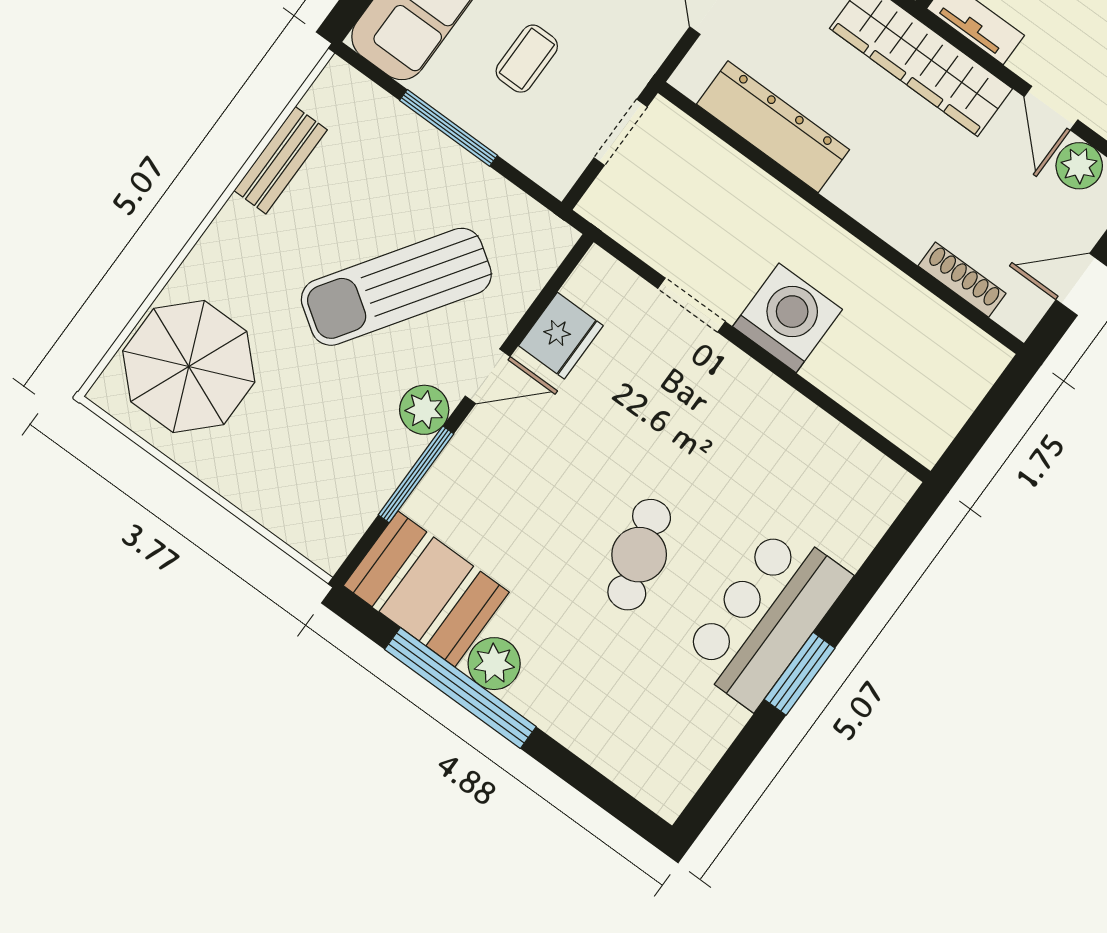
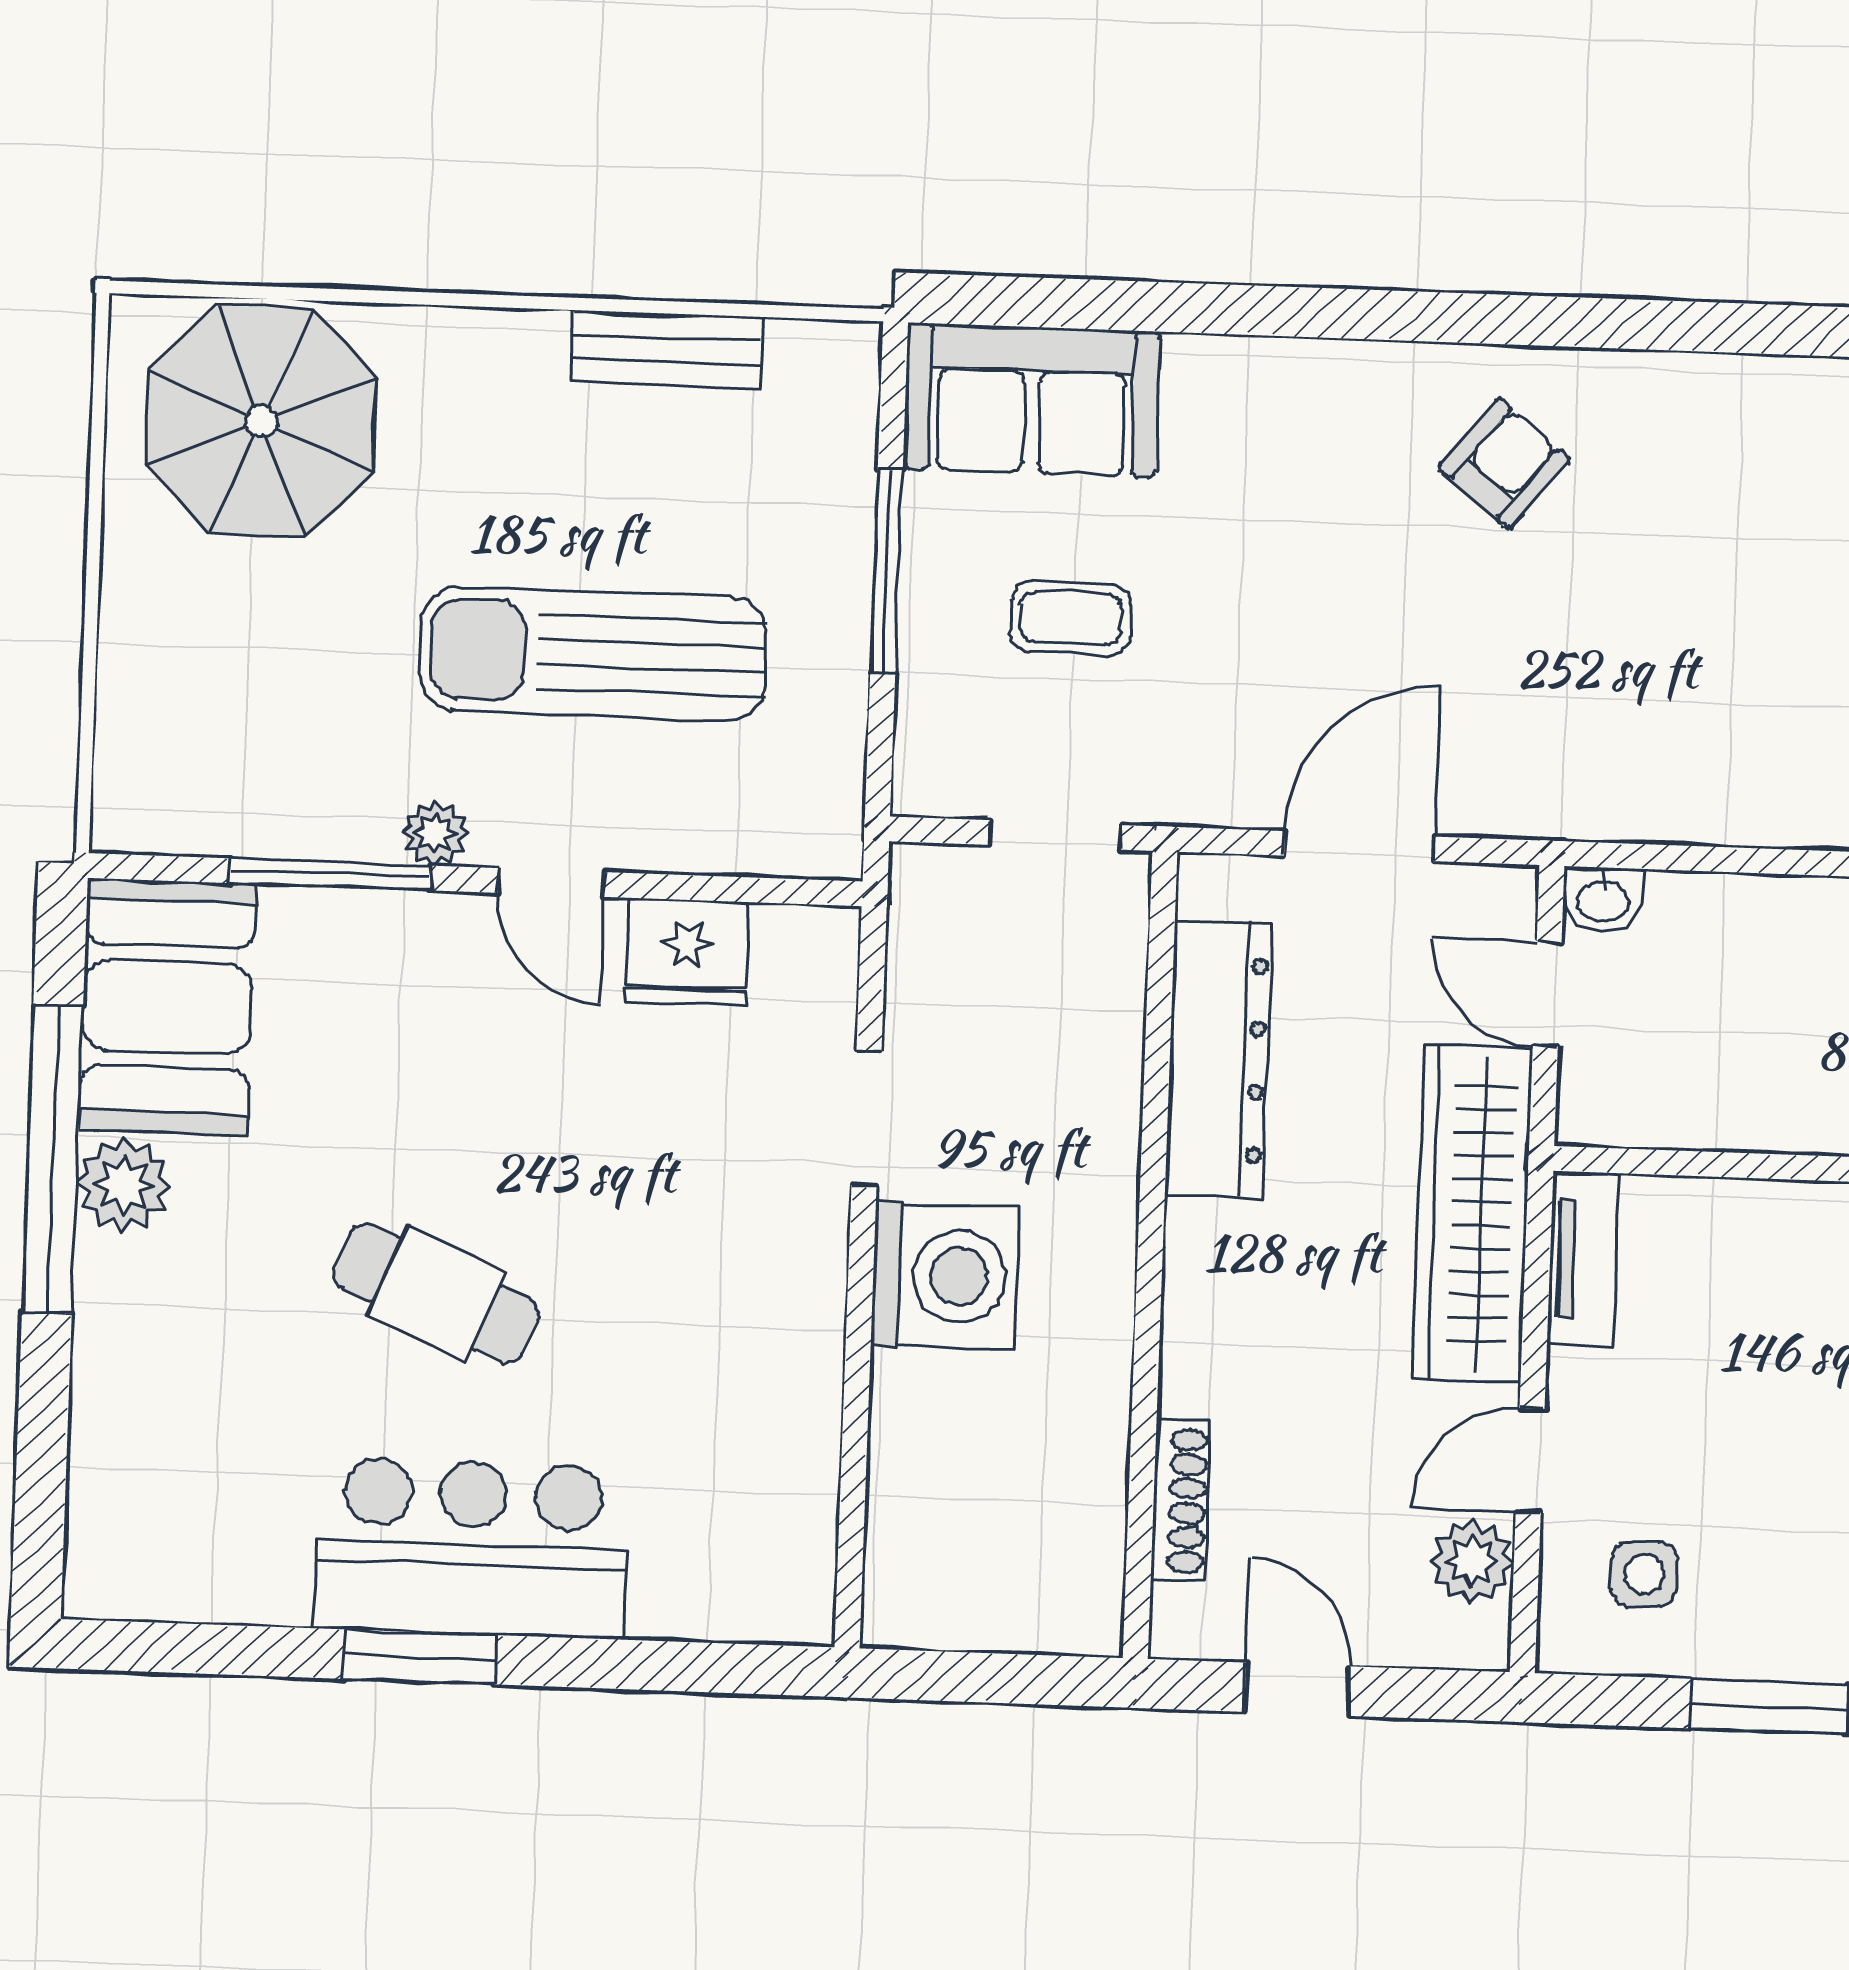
sun lounger: (396, 287) -> (593, 654), turned -34
plant: (424, 410) -> (435, 833), width x0.73, depth x0.73
cafe table: (639, 555) -> (436, 1293), turned 41

